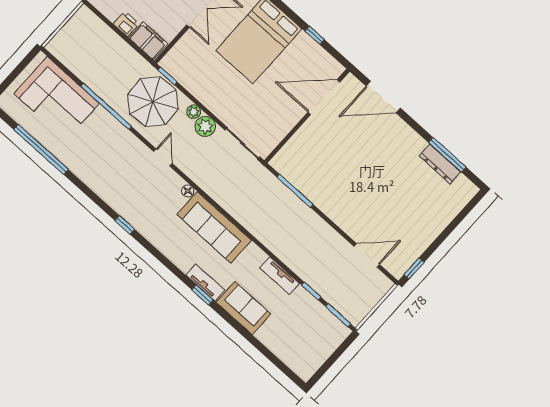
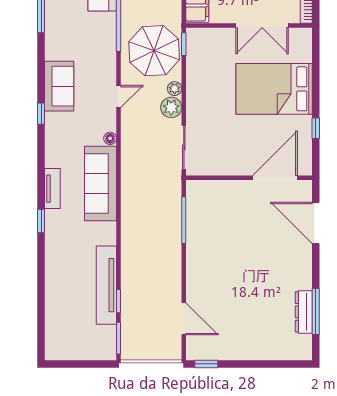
door: (324, 97) -> (275, 178), hinge flipped
tv unit: (279, 276) -> (106, 285), width x1.92, depth x1.29
tv unit: (205, 283) -> (52, 189), moved
sofa: (244, 308) -> (59, 86), moved

